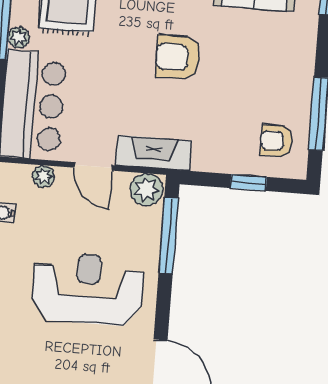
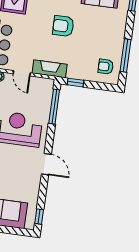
window: (249, 183) -> (75, 83), moved
plant: (147, 190) -> (45, 85), removed

